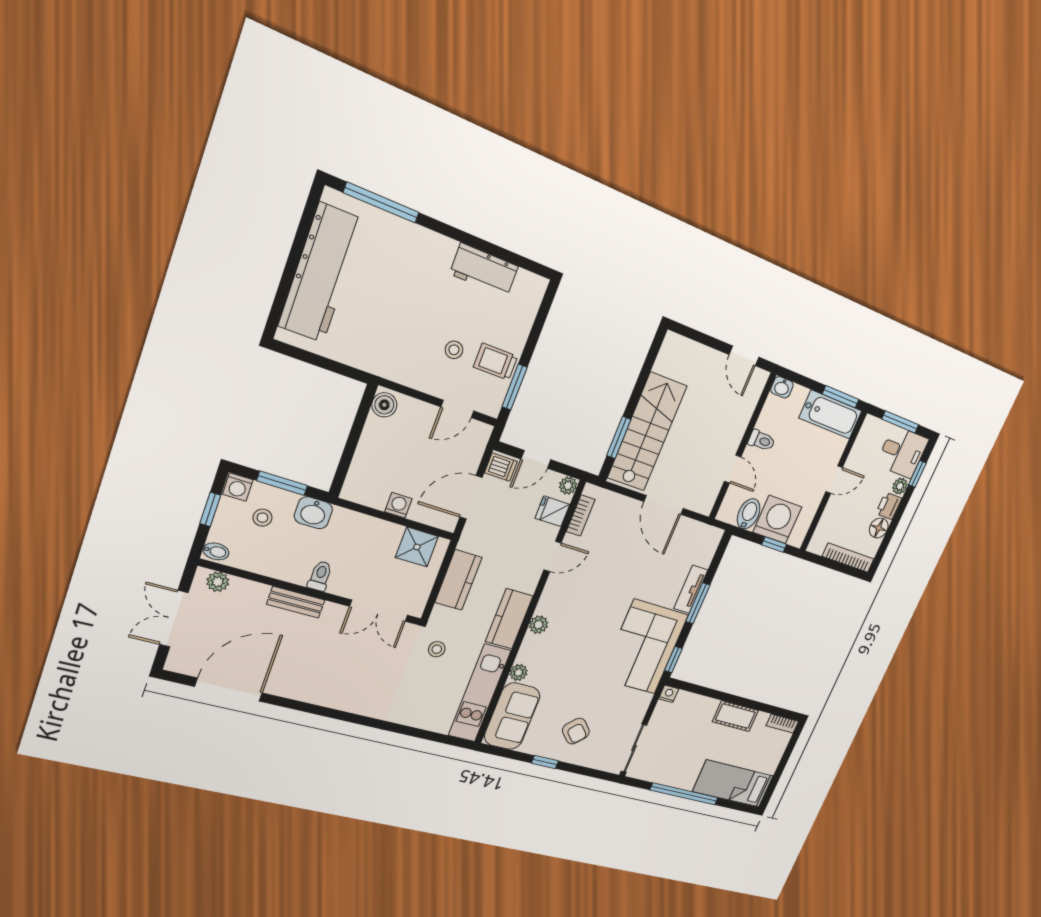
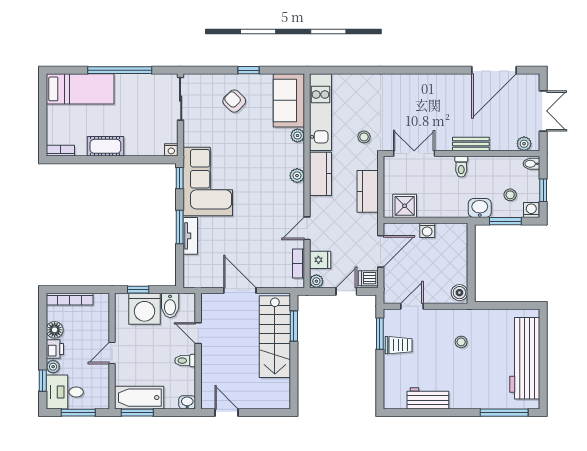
stool: (454, 350) -> (461, 342), moved

